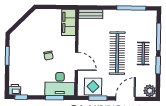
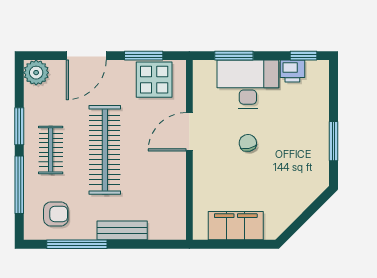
bench: (91, 14) -> (122, 230), moved
filing cabinet: (69, 22) -> (236, 226), moved, turned -90
armchair: (141, 23) -> (56, 214), added
door: (76, 61) -> (189, 132), hinge flipped
desk: (60, 84) -> (248, 84), moved
printer: (15, 90) -> (292, 71), moved

